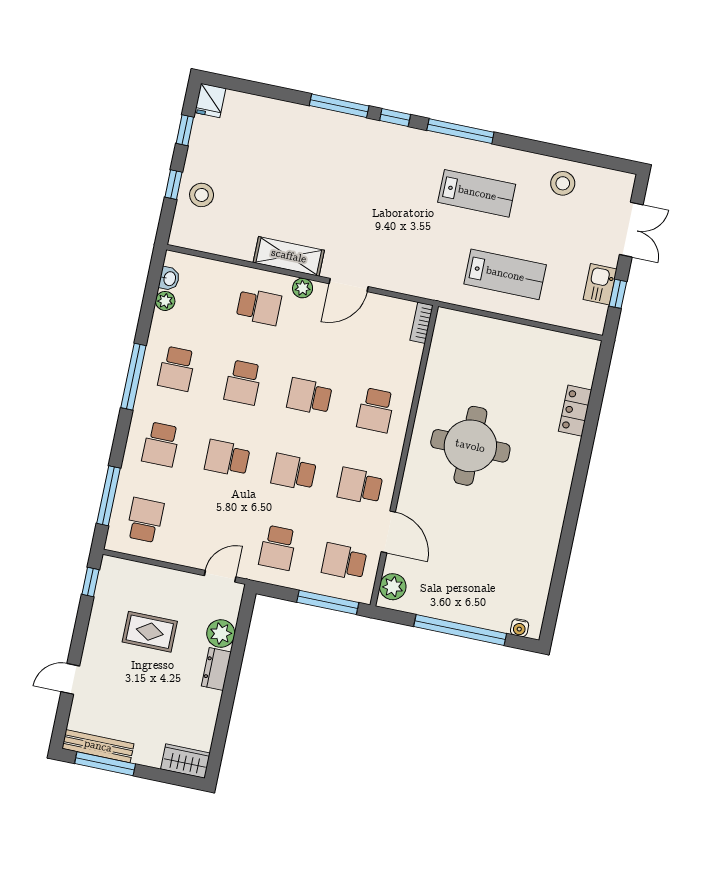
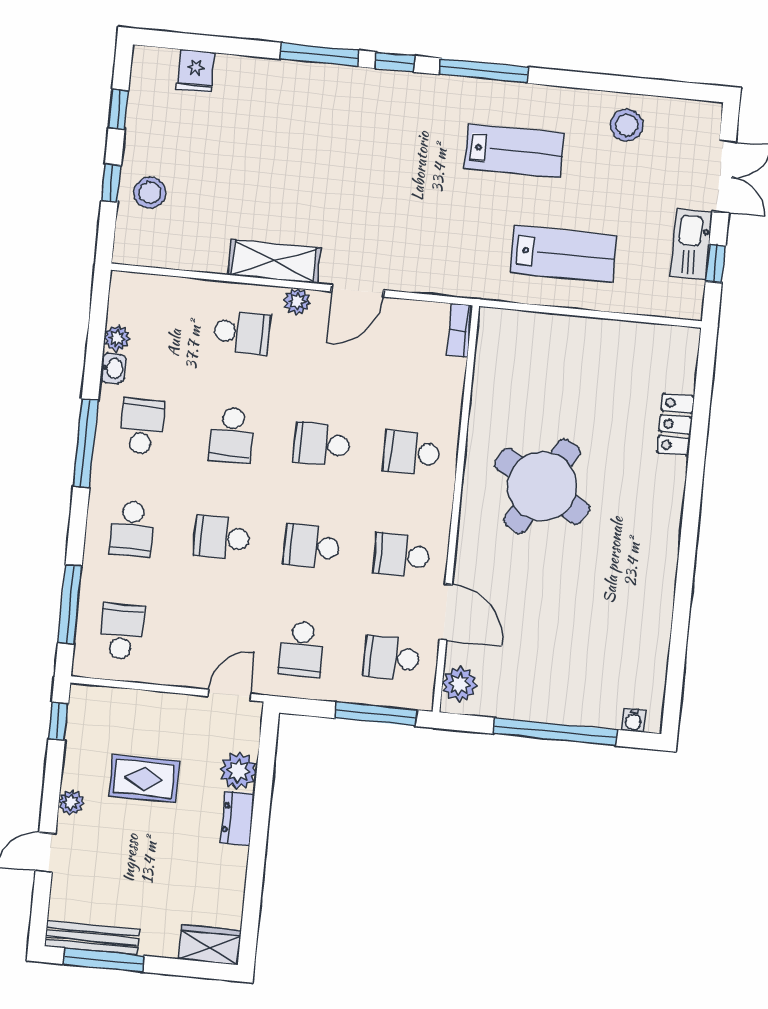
fridge: (210, 100) -> (196, 71), moved
washbasin: (169, 279) -> (113, 368), moved
kitchen sink: (600, 284) -> (691, 244), width x1.38
school desk: (177, 369) -> (142, 426), turned 180
school desk: (376, 410) -> (412, 453), turned 90
round table: (470, 446) -> (542, 486), turned 30
plant: (93, 643) -> (71, 802), added

